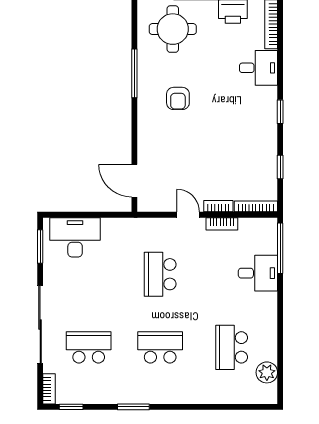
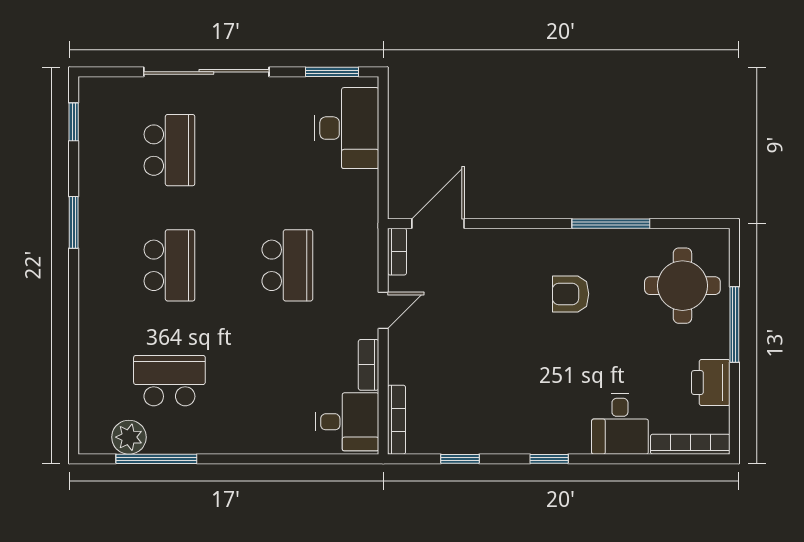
bookcase: (218, 206) -> (397, 252), moved
window: (280, 248) -> (156, 459), moved
desk: (258, 273) -> (347, 422), moved, turned -90
school desk: (160, 274) -> (287, 265), turned 90
bookcase: (49, 389) -> (103, 86), removed

